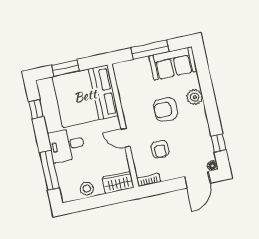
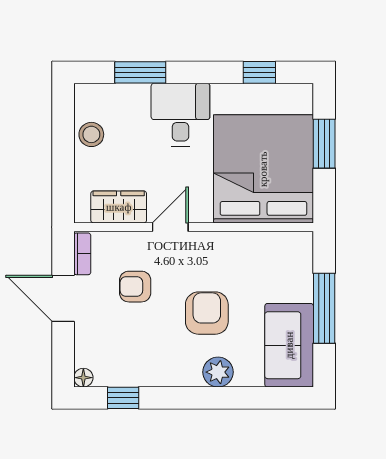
window: (49, 170) -> (140, 72), width x0.69
door: (197, 180) -> (63, 298), moved
wardrobe: (118, 182) -> (119, 207), moved, turned -90

